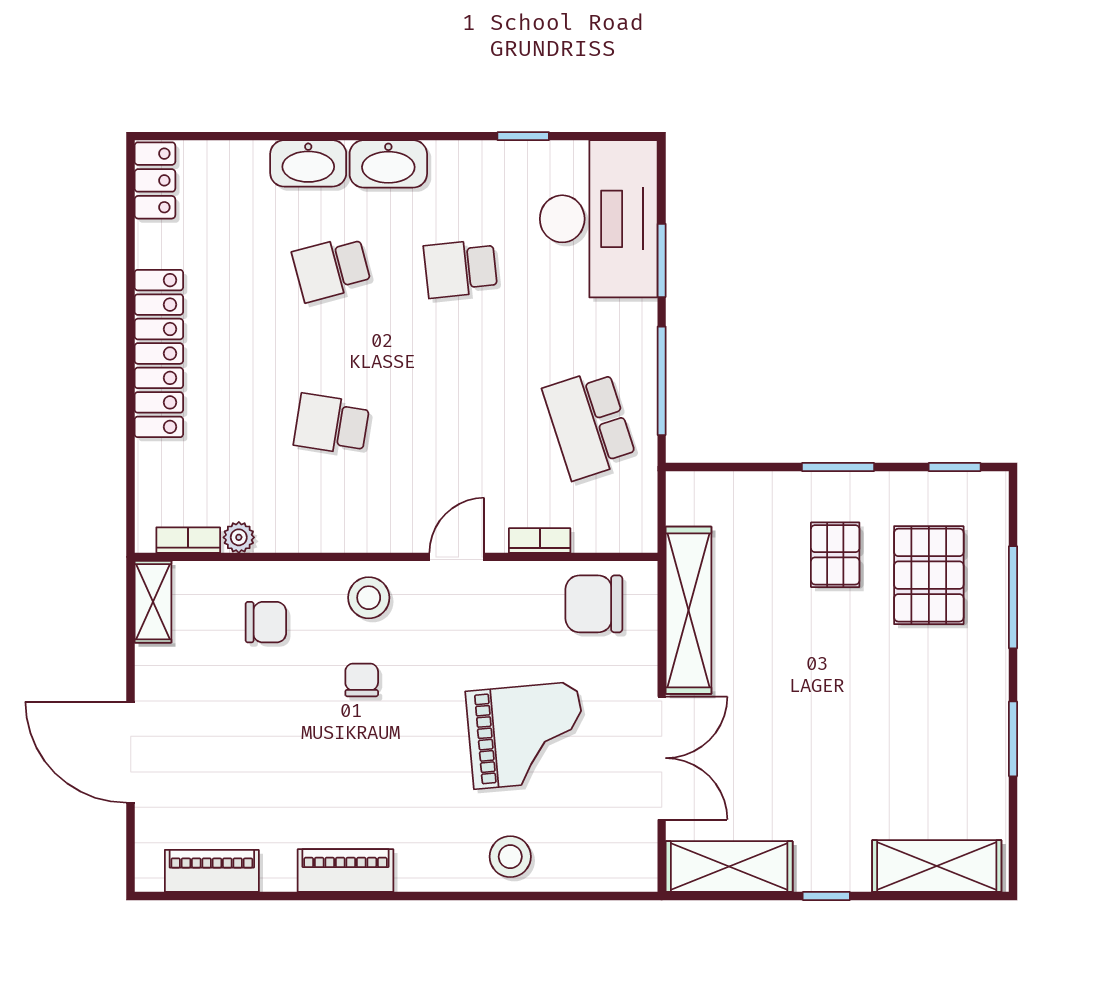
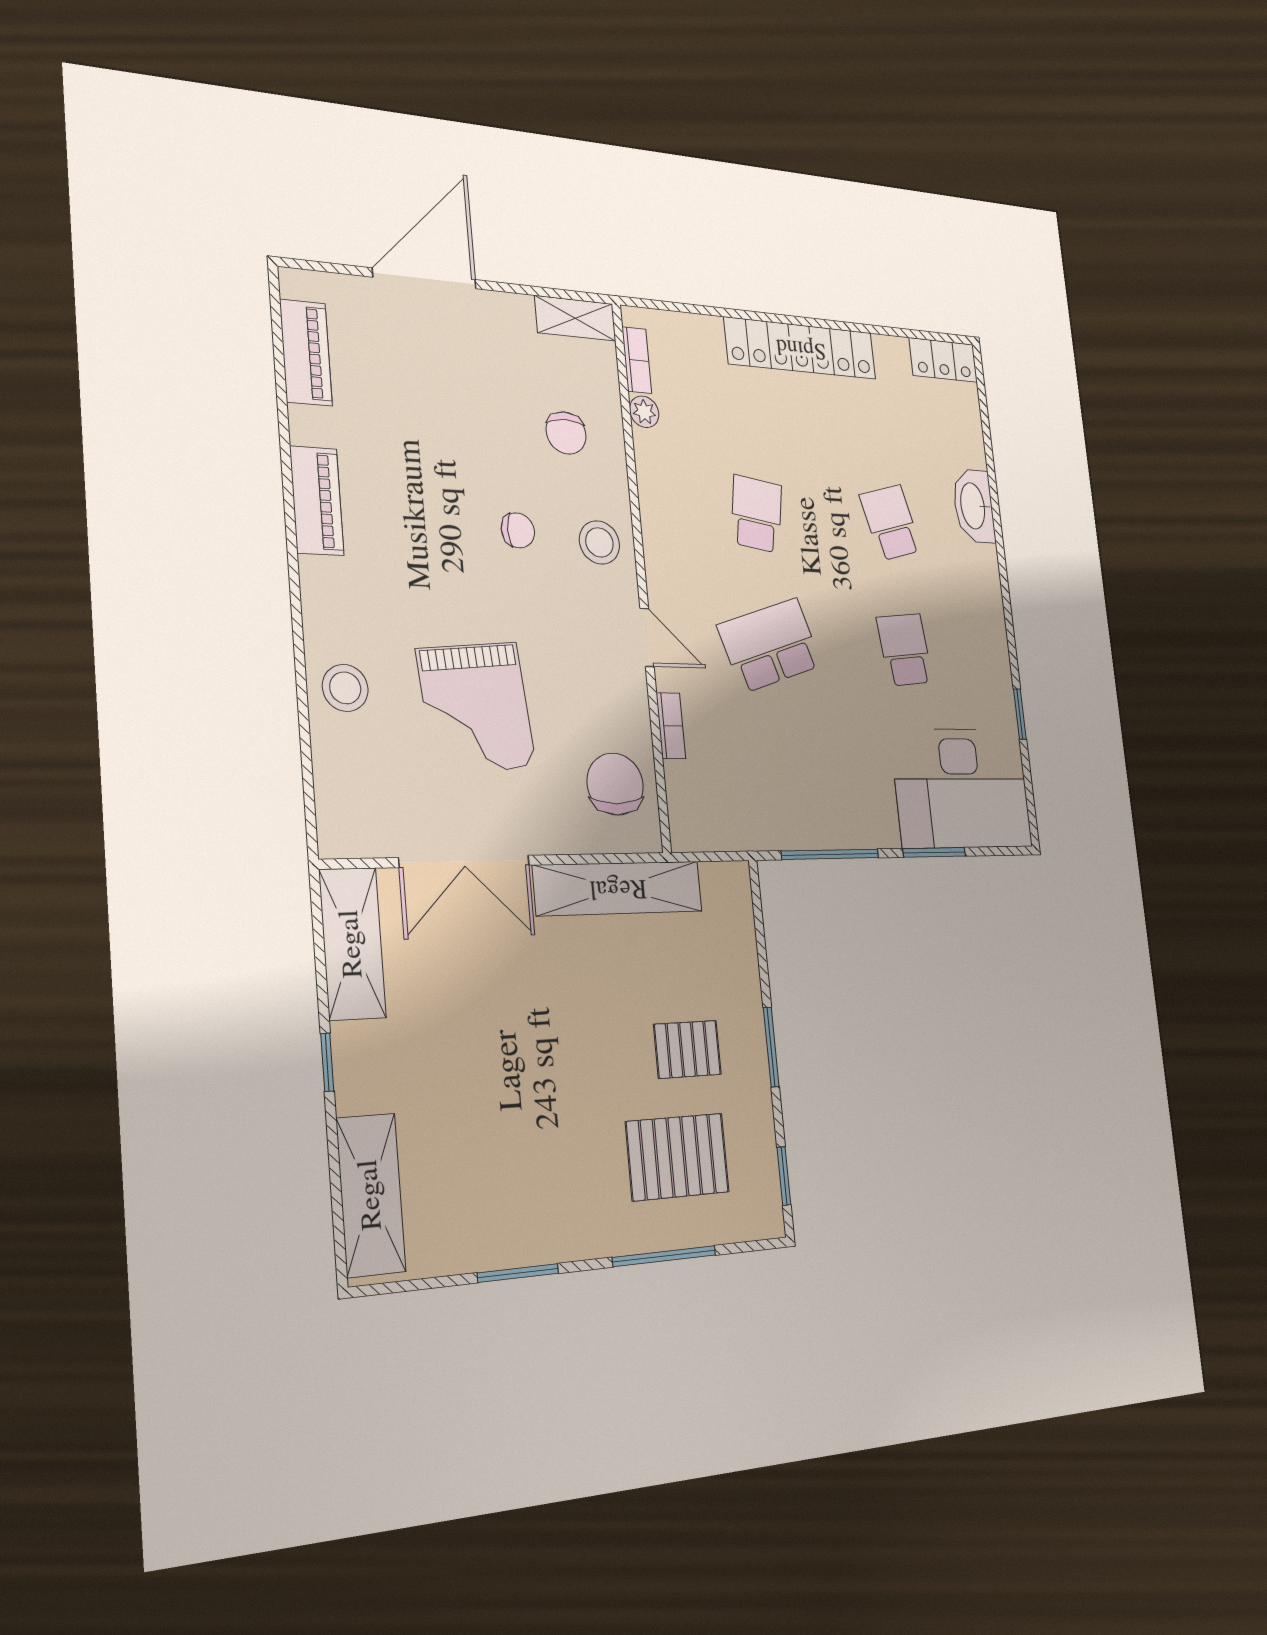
washbasin: (388, 164) -> (982, 583), removed
school desk: (589, 424) -> (770, 645), moved

